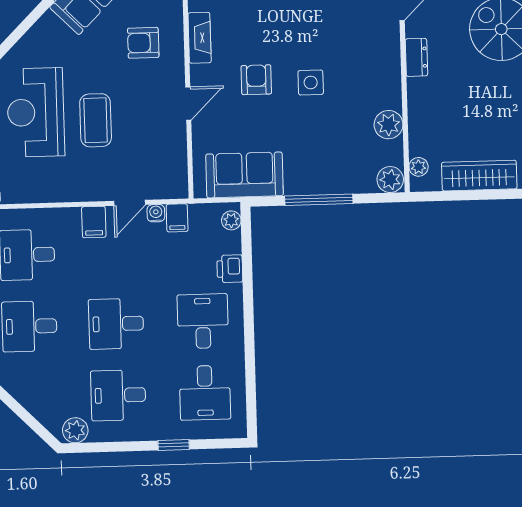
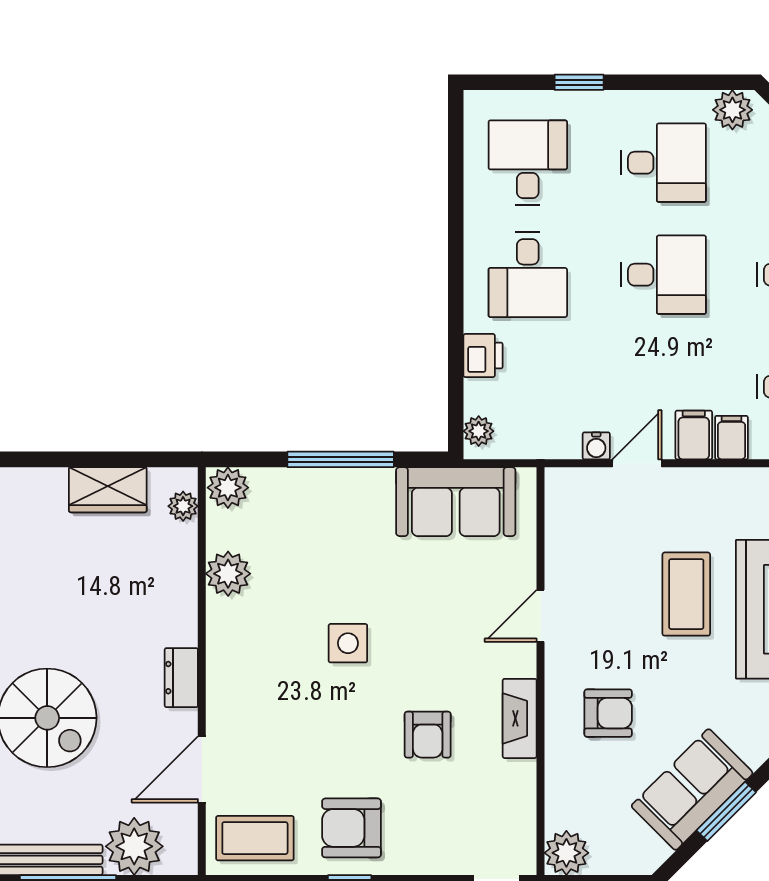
armchair: (256, 80) -> (428, 735), moved
wardrobe: (479, 176) -> (108, 490), width x0.67
filing cabinet: (177, 218) -> (731, 438), moved

